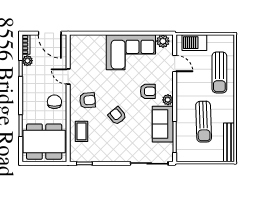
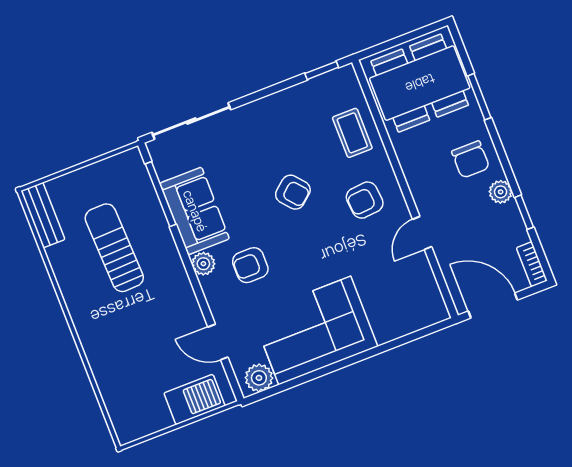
plant: (27, 61) -> (501, 192), moved
sun lounger: (219, 72) -> (121, 359), removed
door: (68, 76) -> (422, 233), swing flipped
chair: (54, 102) -> (471, 160), moved
bench: (229, 142) -> (43, 215), width x0.73

